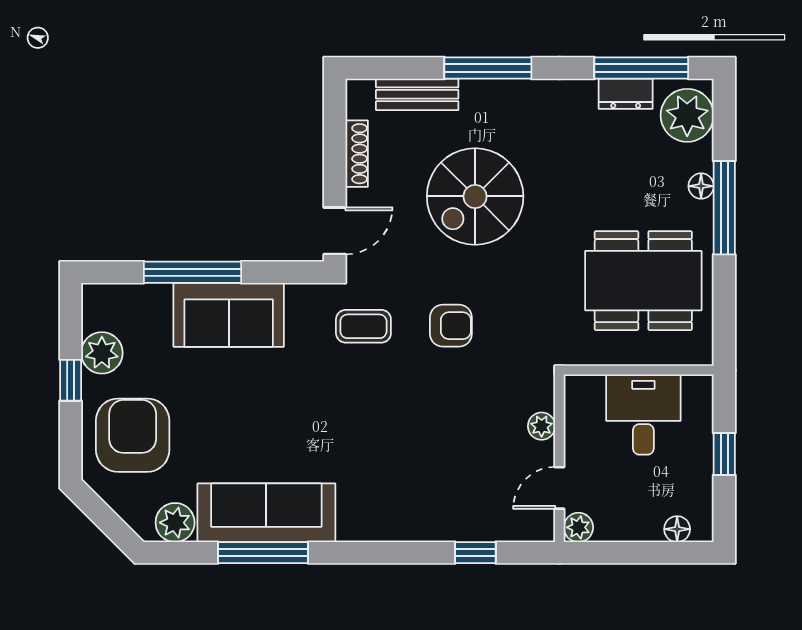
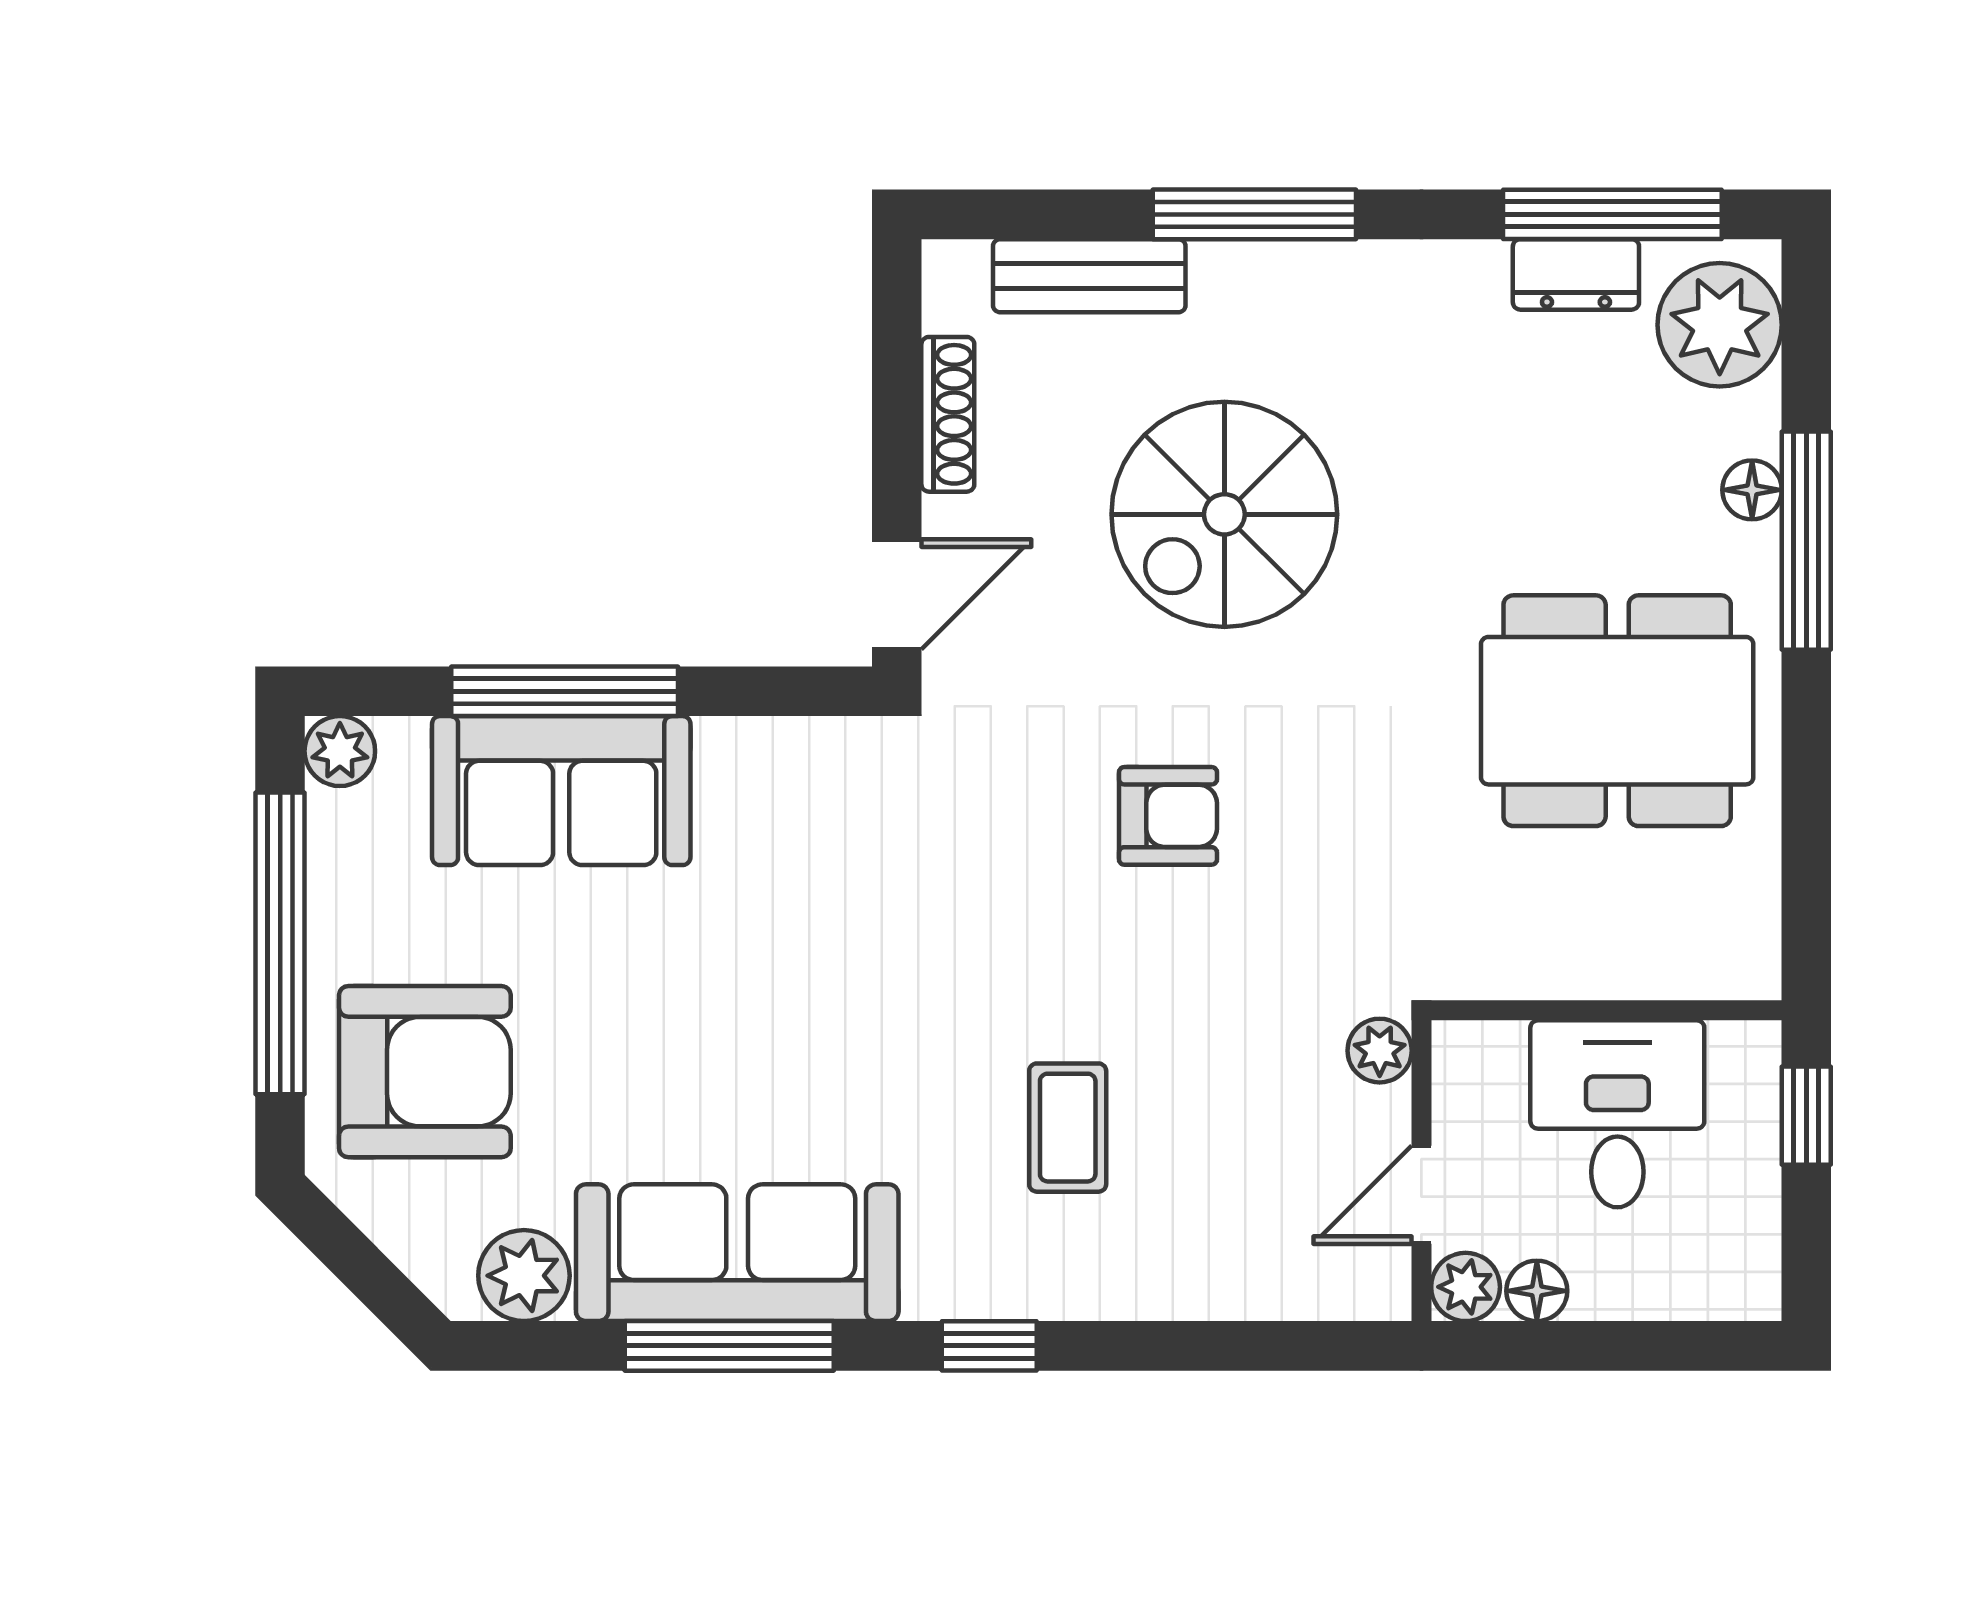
sofa: (229, 315) -> (561, 791), moved
coffee table: (363, 326) -> (1068, 1128), moved, turned 90
plant: (102, 353) -> (340, 751), moved, width x0.73, depth x0.73
wall: (639, 370) -> (1606, 1010), moved
window: (71, 380) -> (280, 943), width x3.17
desk: (643, 415) -> (1617, 1114), moved
armchair: (133, 435) -> (425, 1072), turned 90
floor lamp: (677, 529) -> (1537, 1291), moved
window: (475, 553) -> (989, 1346), moved

